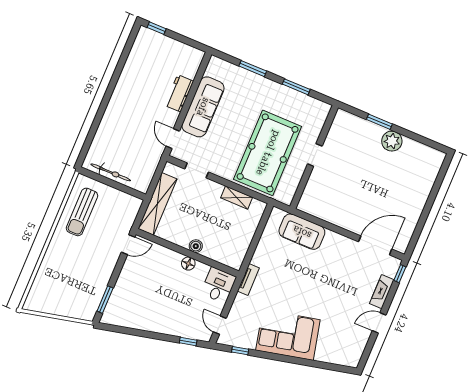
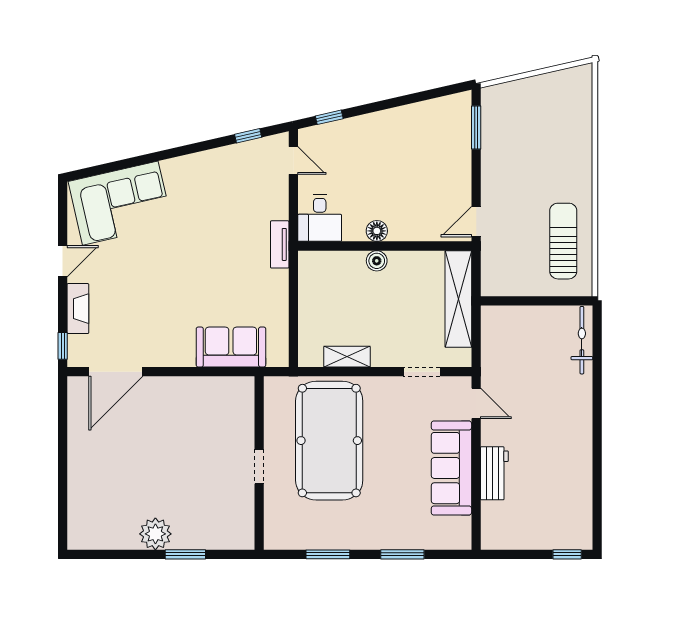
bicycle: (111, 172) -> (582, 340), moved, turned 90
corner sofa: (288, 335) -> (120, 203), moved

